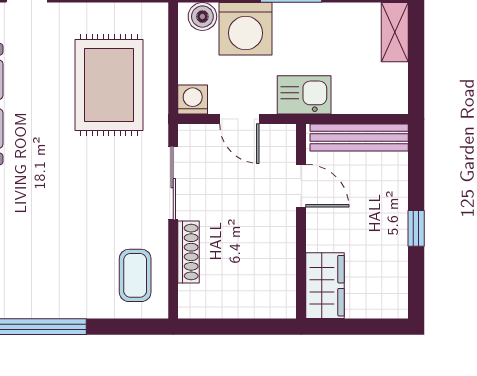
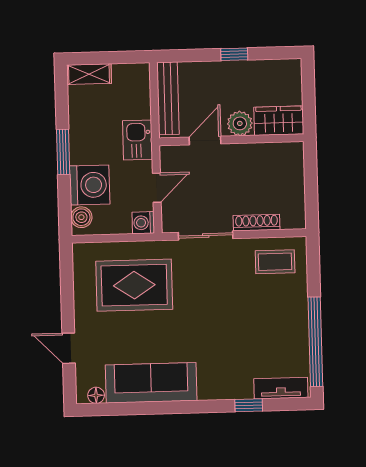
plant: (323, 233) -> (240, 123), added

